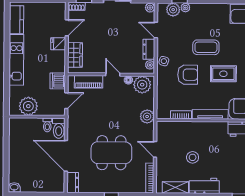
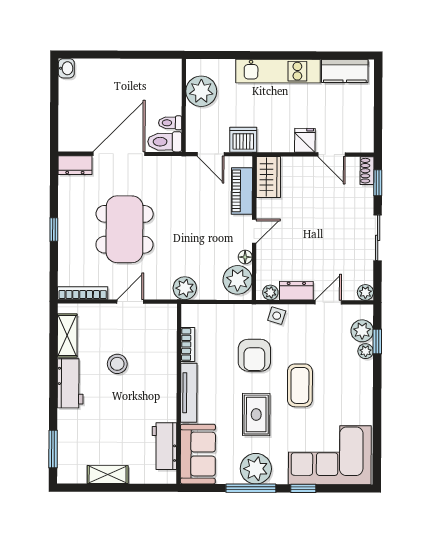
wardrobe: (75, 55) -> (268, 177), moved, turned -90

